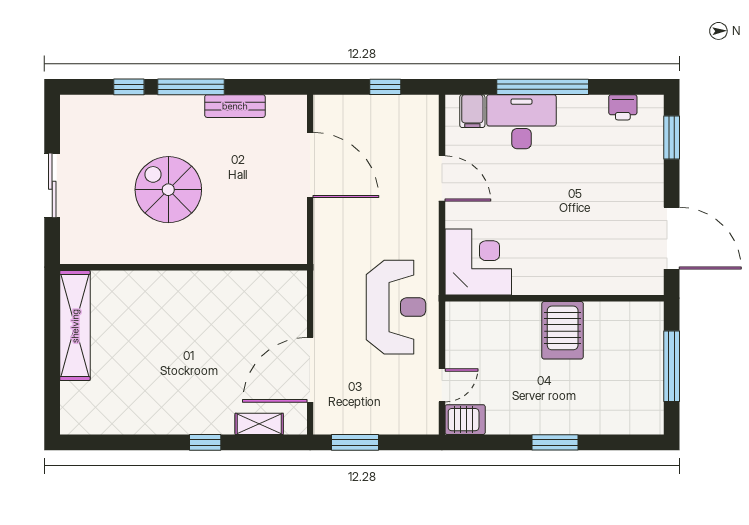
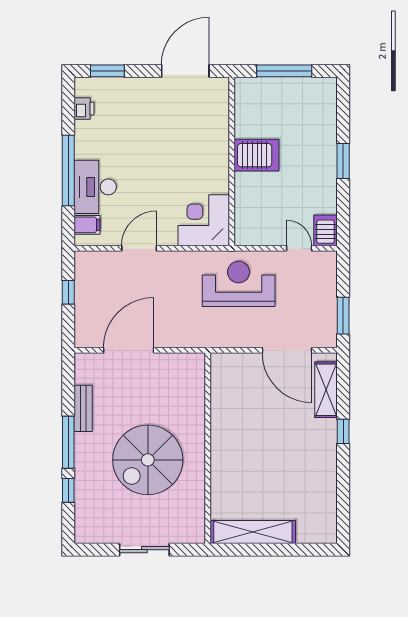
spiral stairs: (168, 190) -> (148, 460), width x1.37, depth x1.37
shelving: (259, 424) -> (326, 390), width x1.50, depth x1.33

